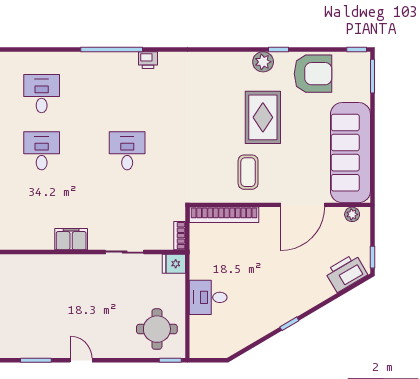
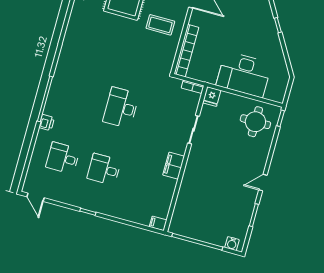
printer: (148, 60) -> (47, 123), moved
desk: (127, 151) -> (121, 108), width x1.37
desk: (208, 297) -> (244, 74), width x1.87, depth x1.30

